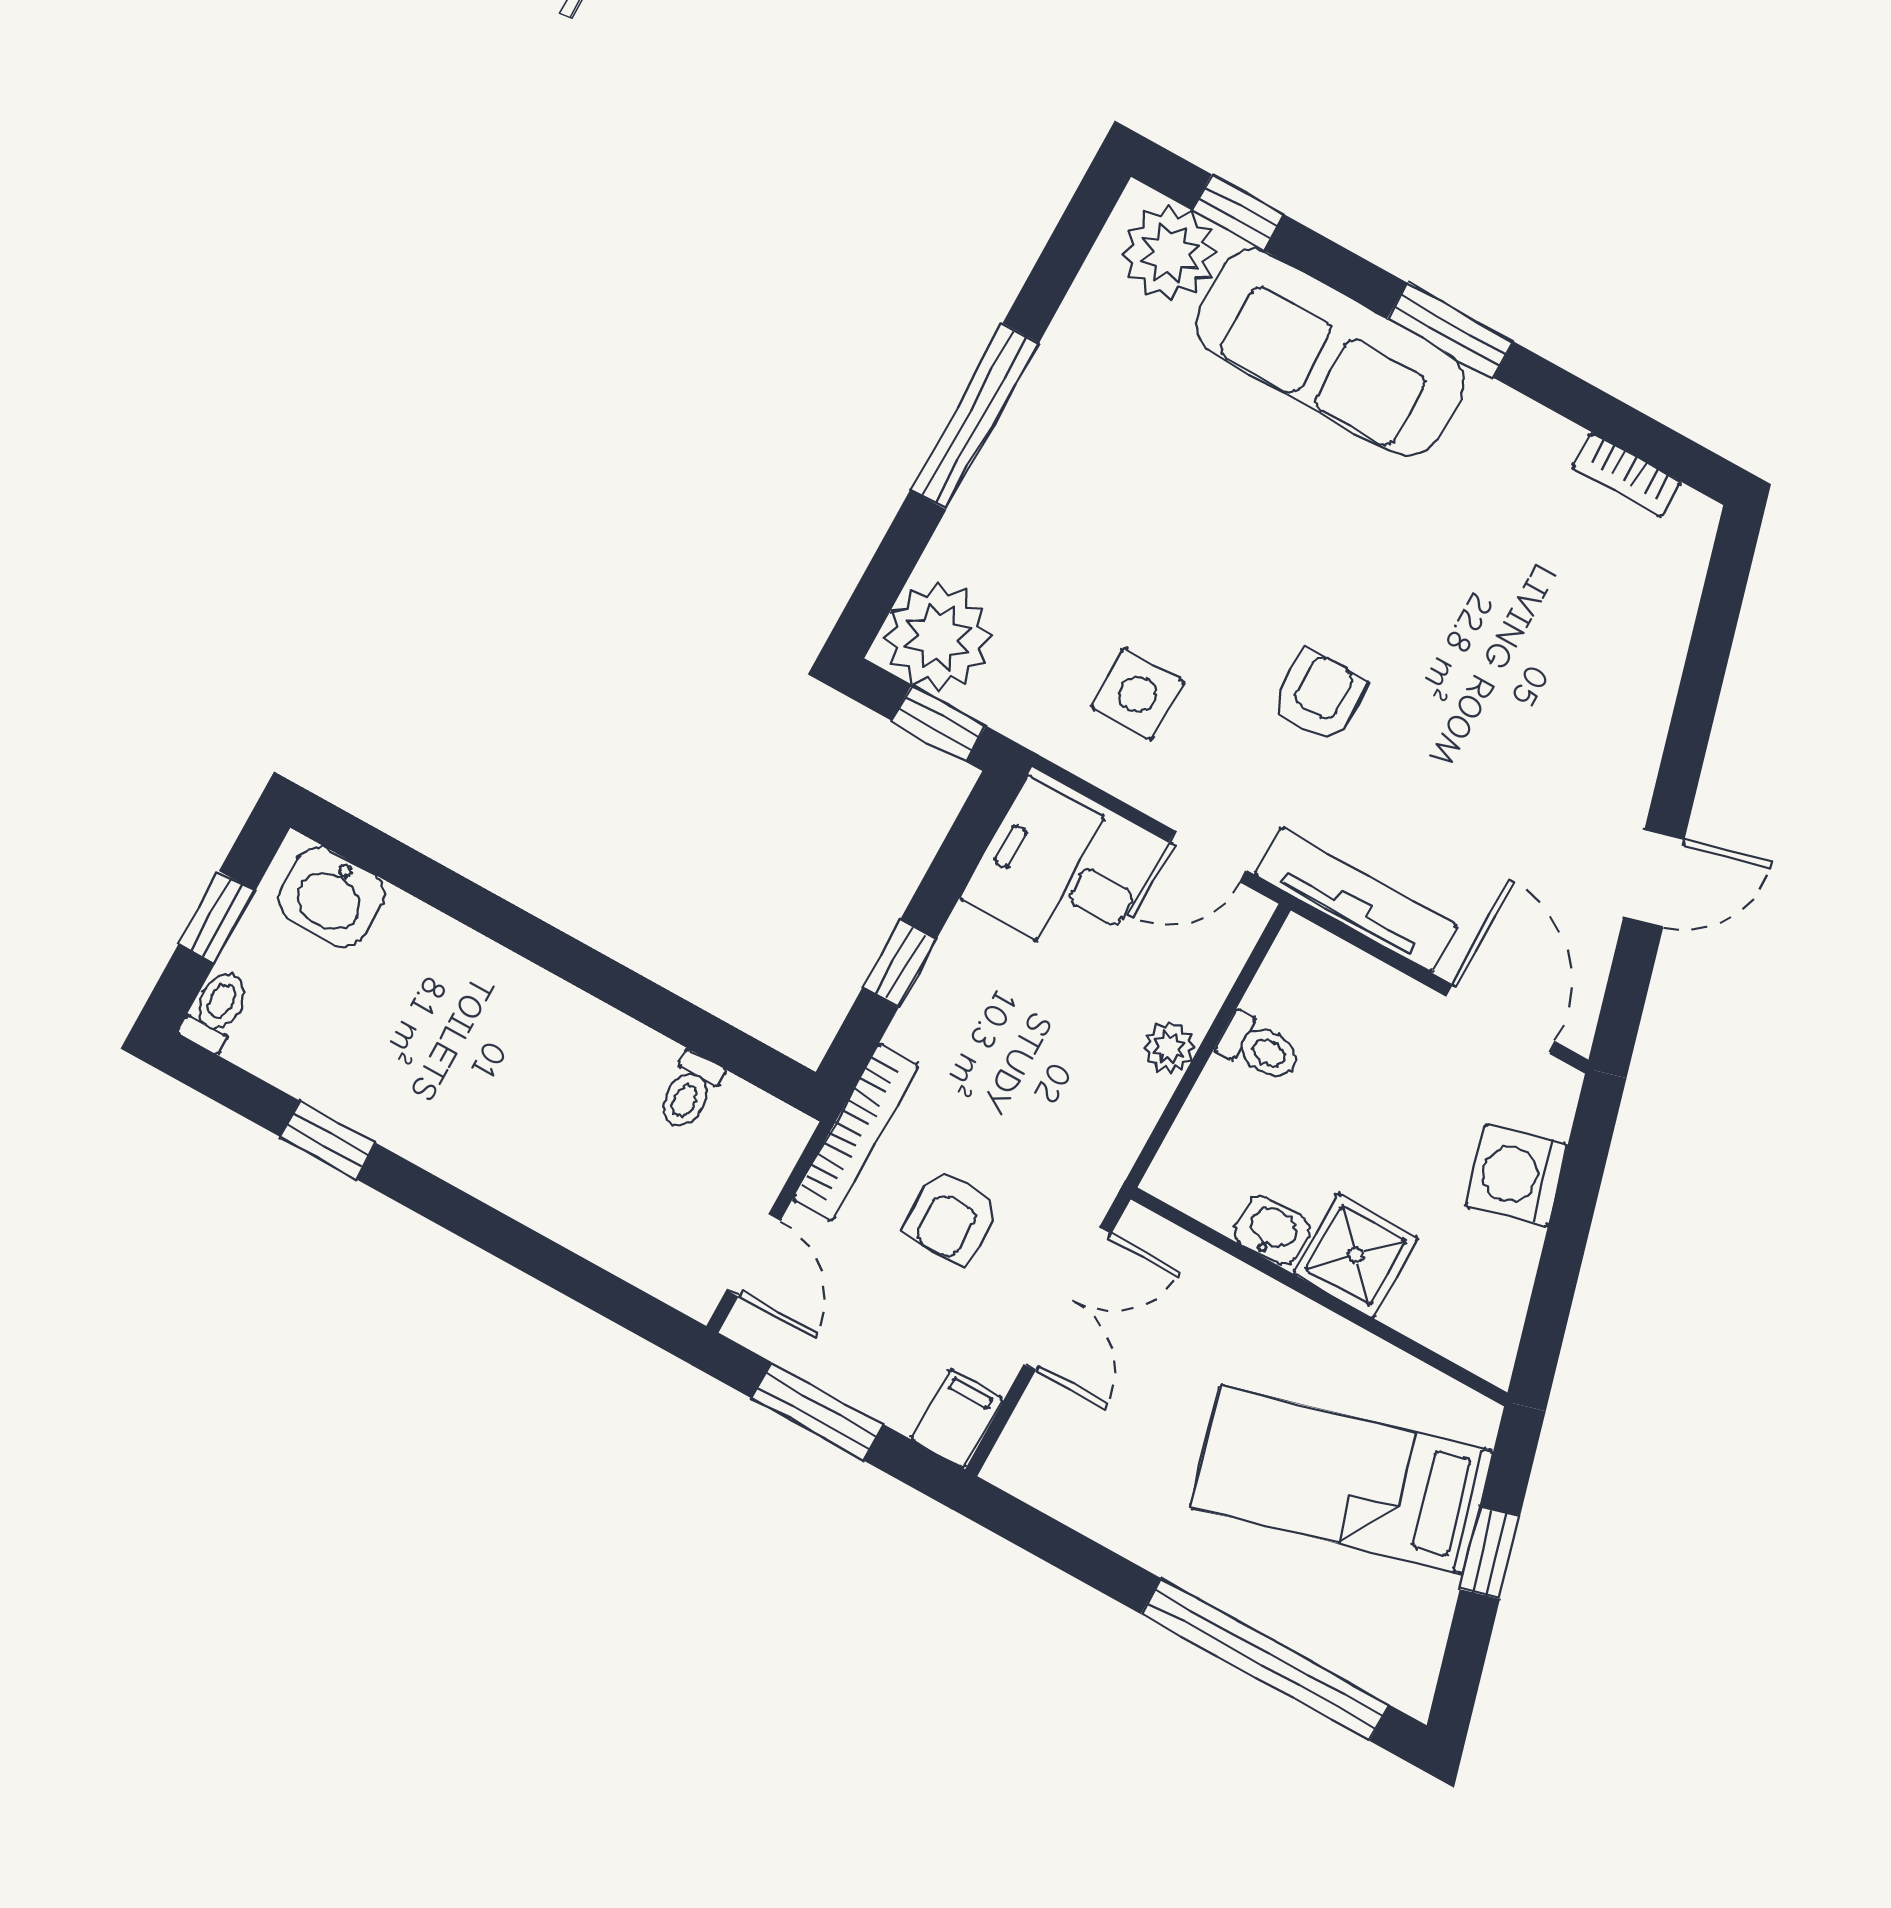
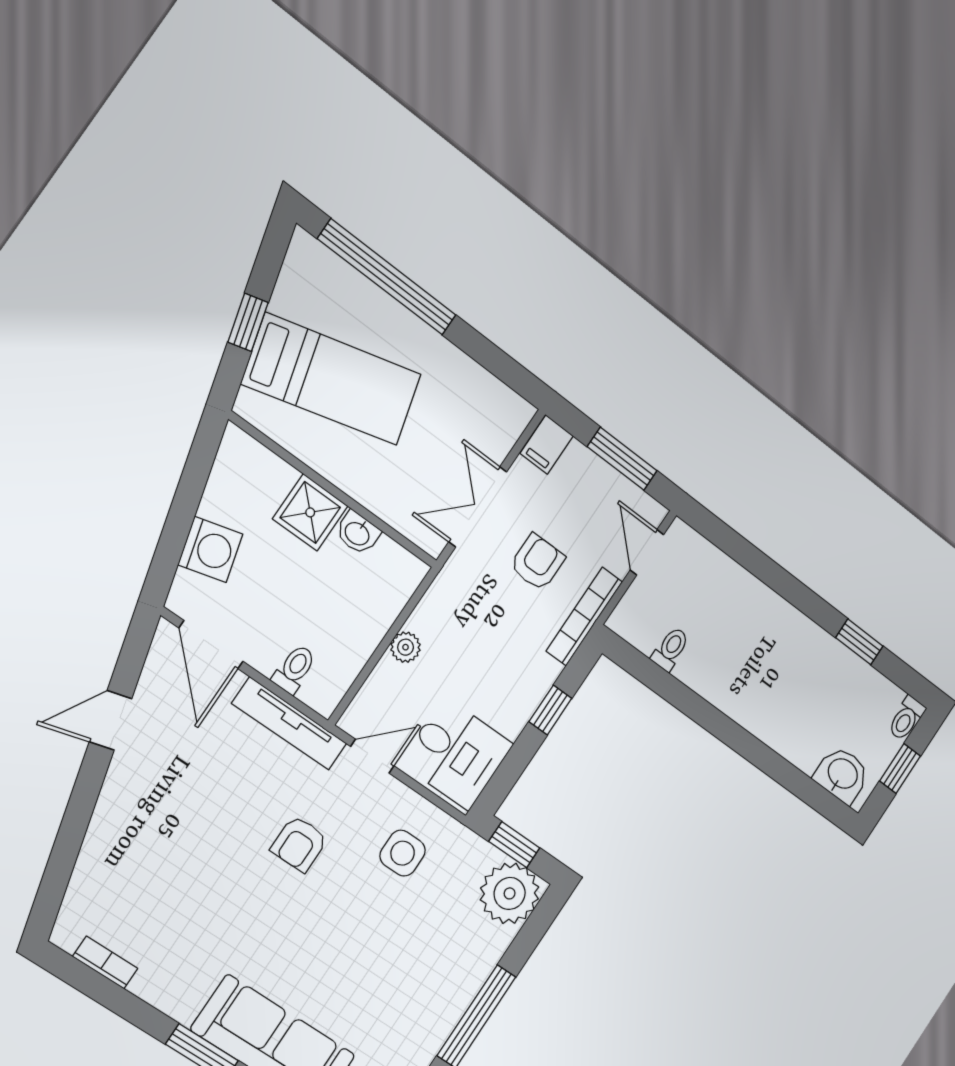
toilet: (1259, 1048) -> (294, 669), moved, turned 90

